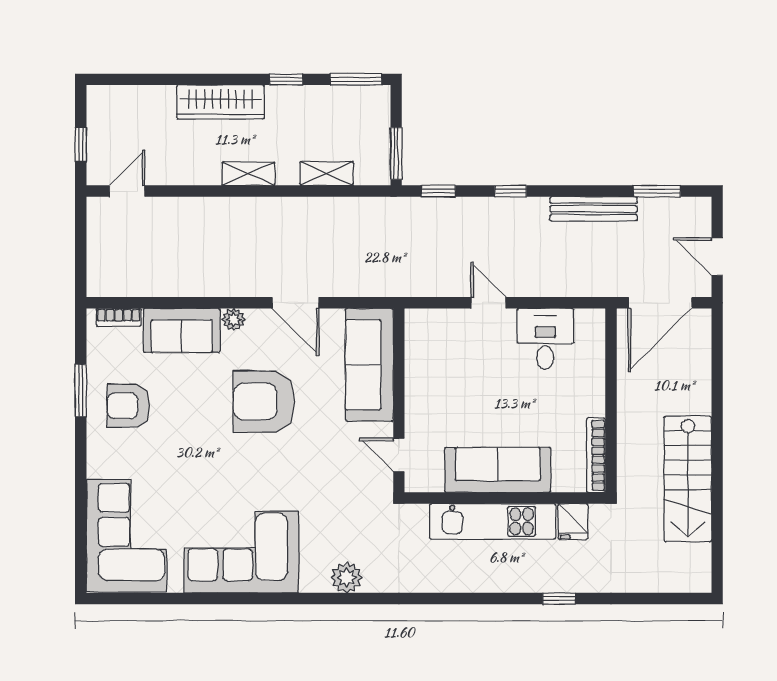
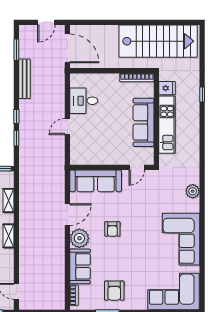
window: (438, 191) -> (16, 138), moved
plant: (234, 320) -> (79, 238), width x1.87, depth x1.87
armchair: (264, 402) -> (112, 229), width x0.53, depth x0.53
stairs: (688, 479) -> (158, 41), width x1.36, depth x1.51

